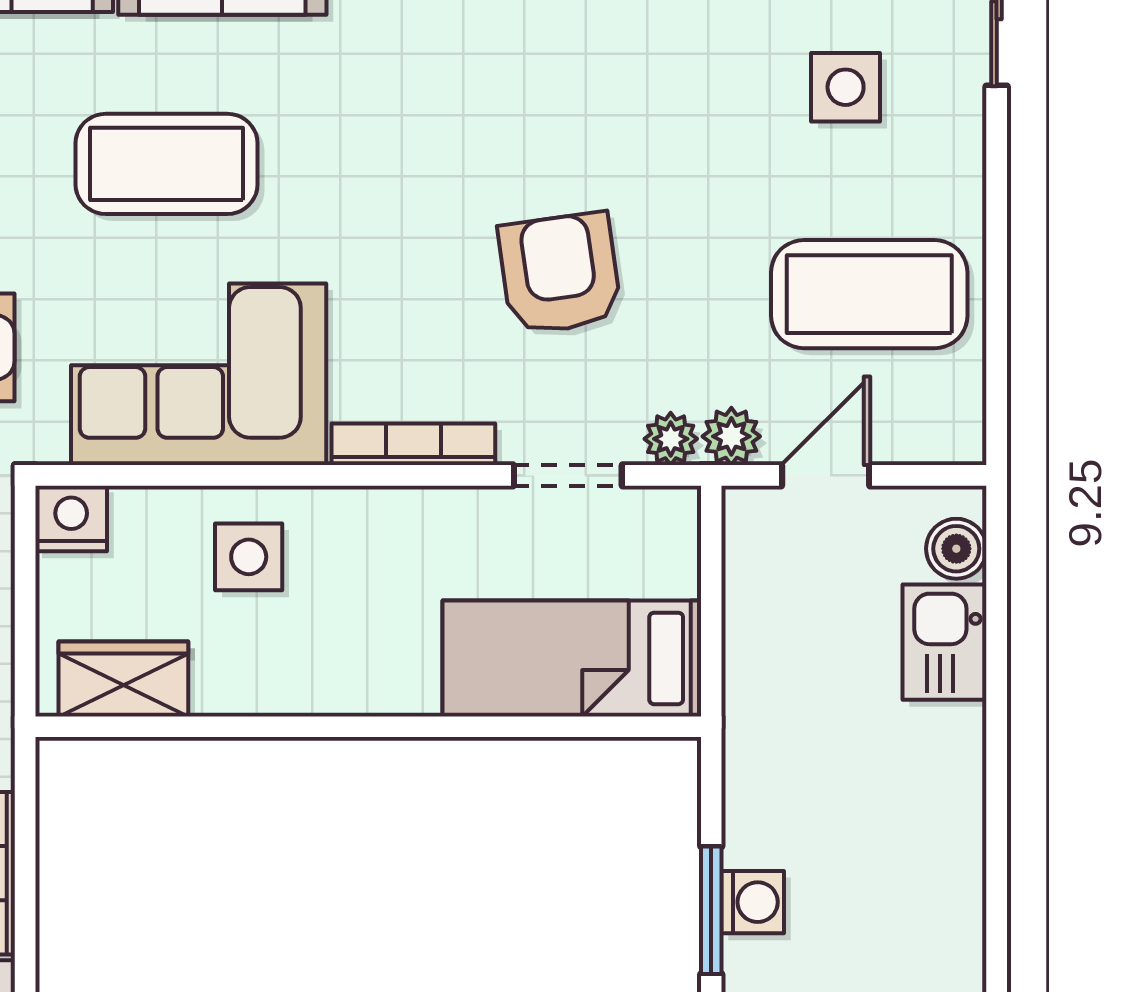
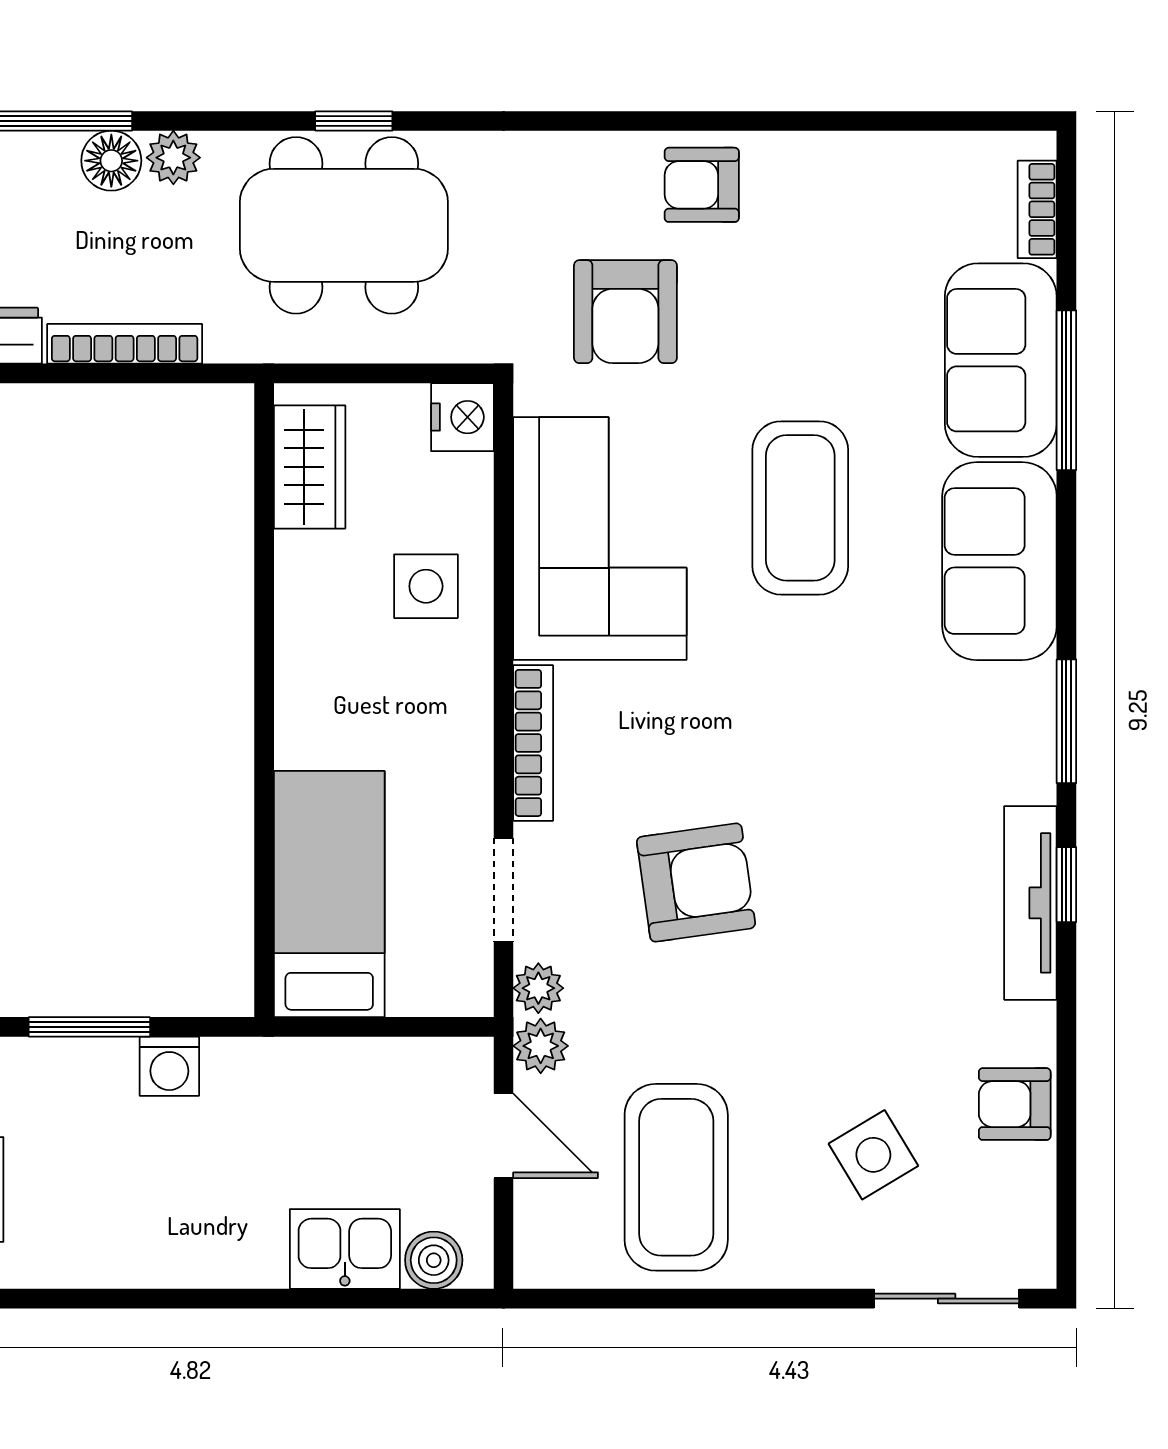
side table: (846, 87) -> (873, 1155), turned -31
washing machine: (753, 902) -> (169, 1066), moved

